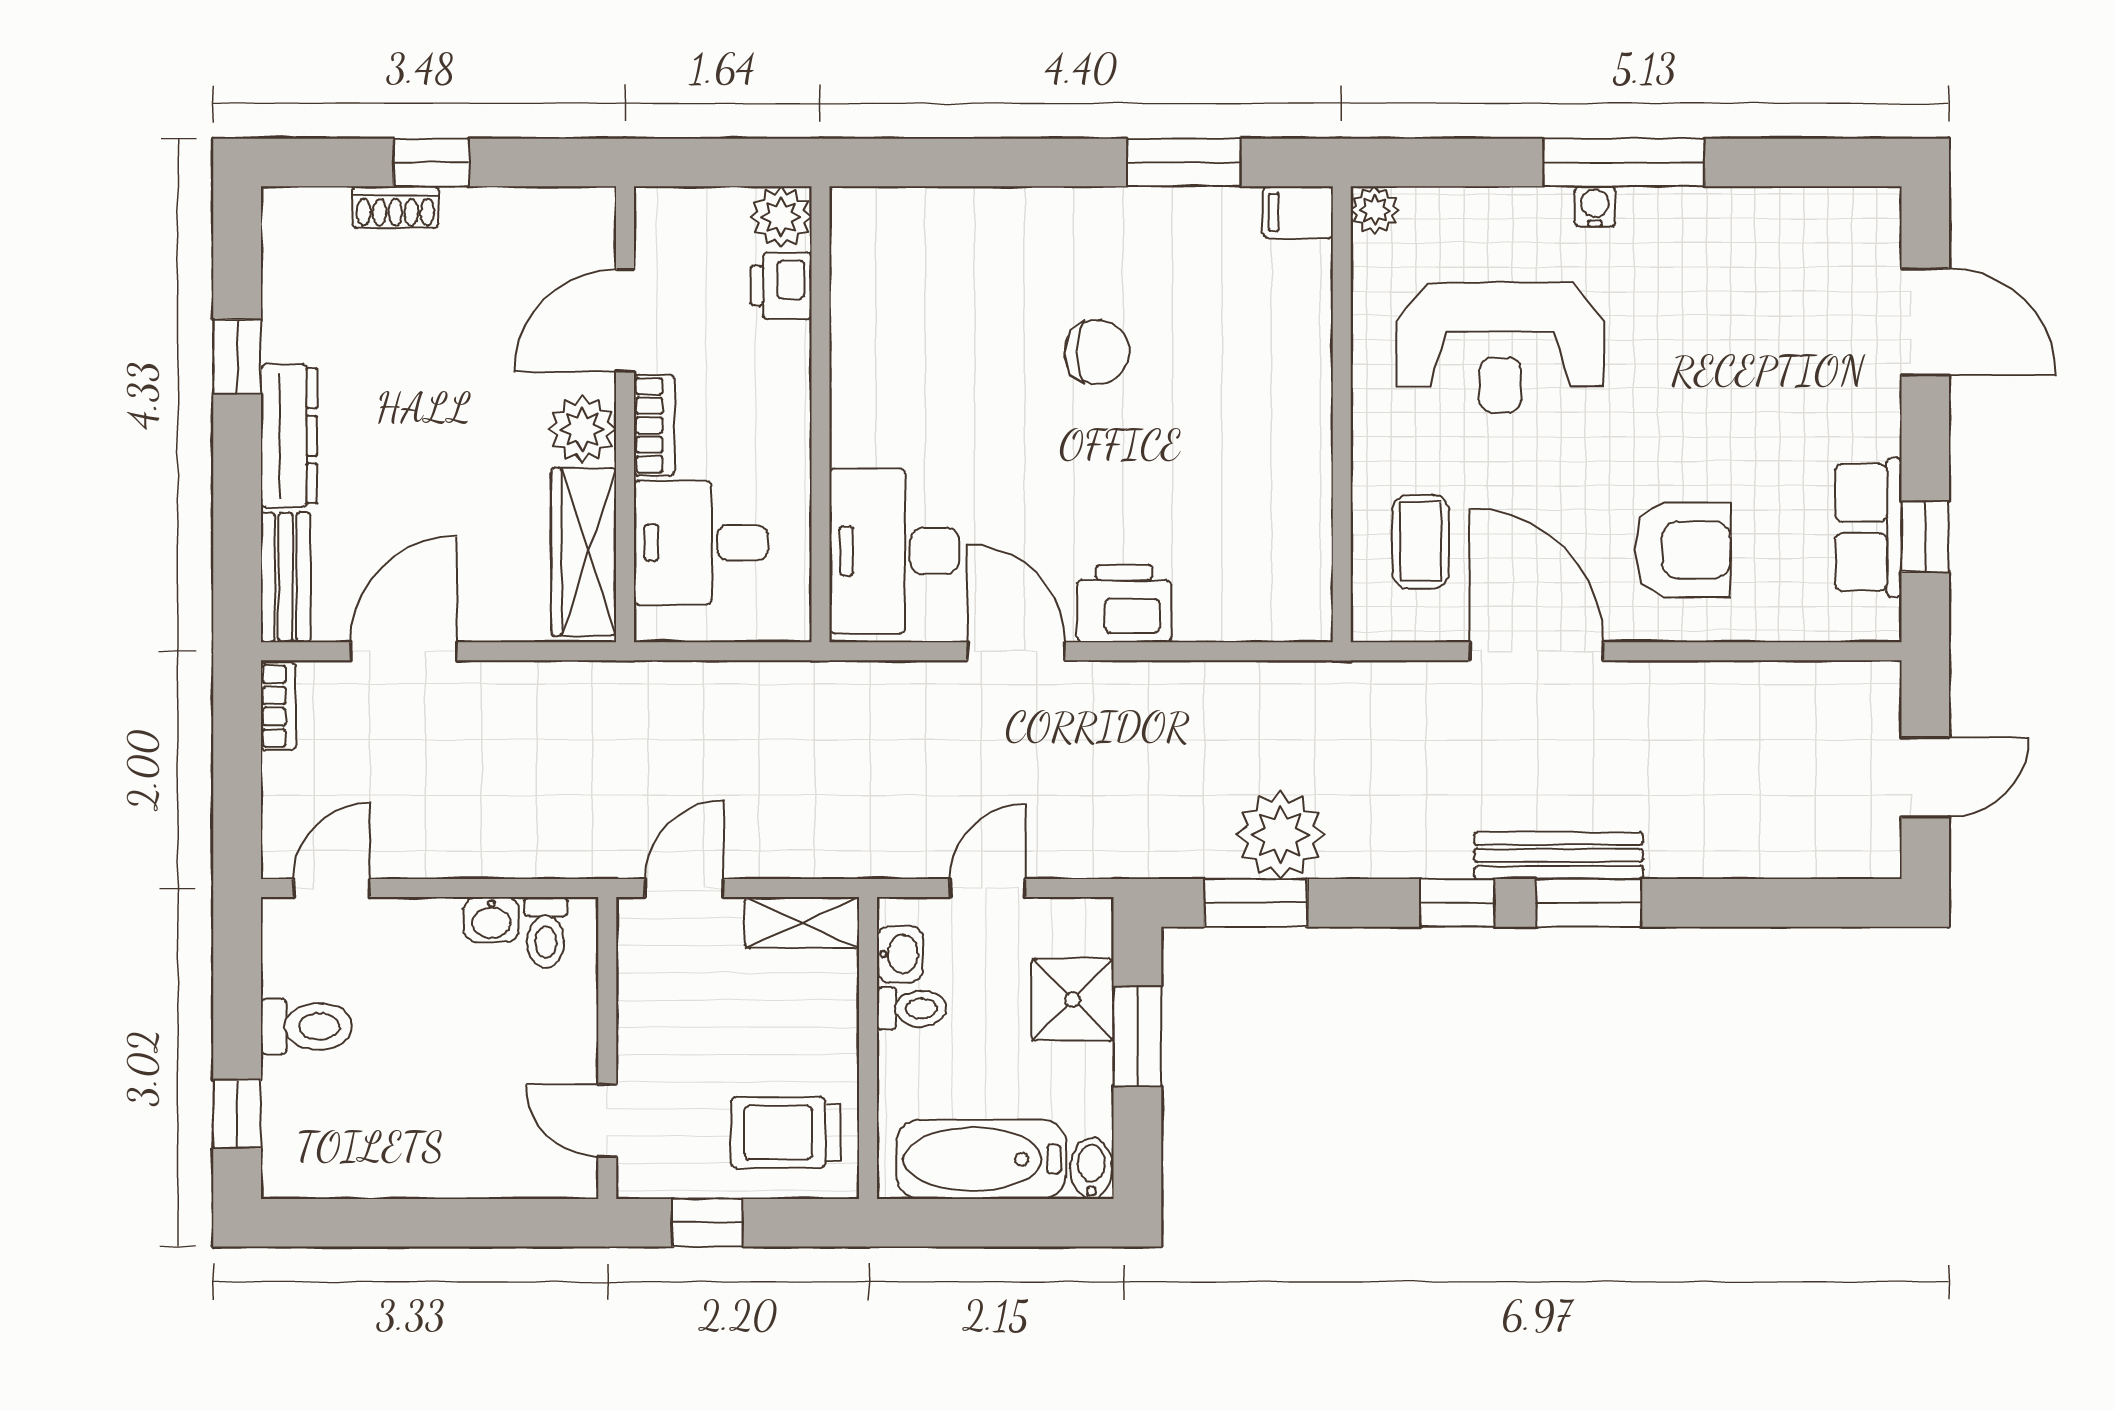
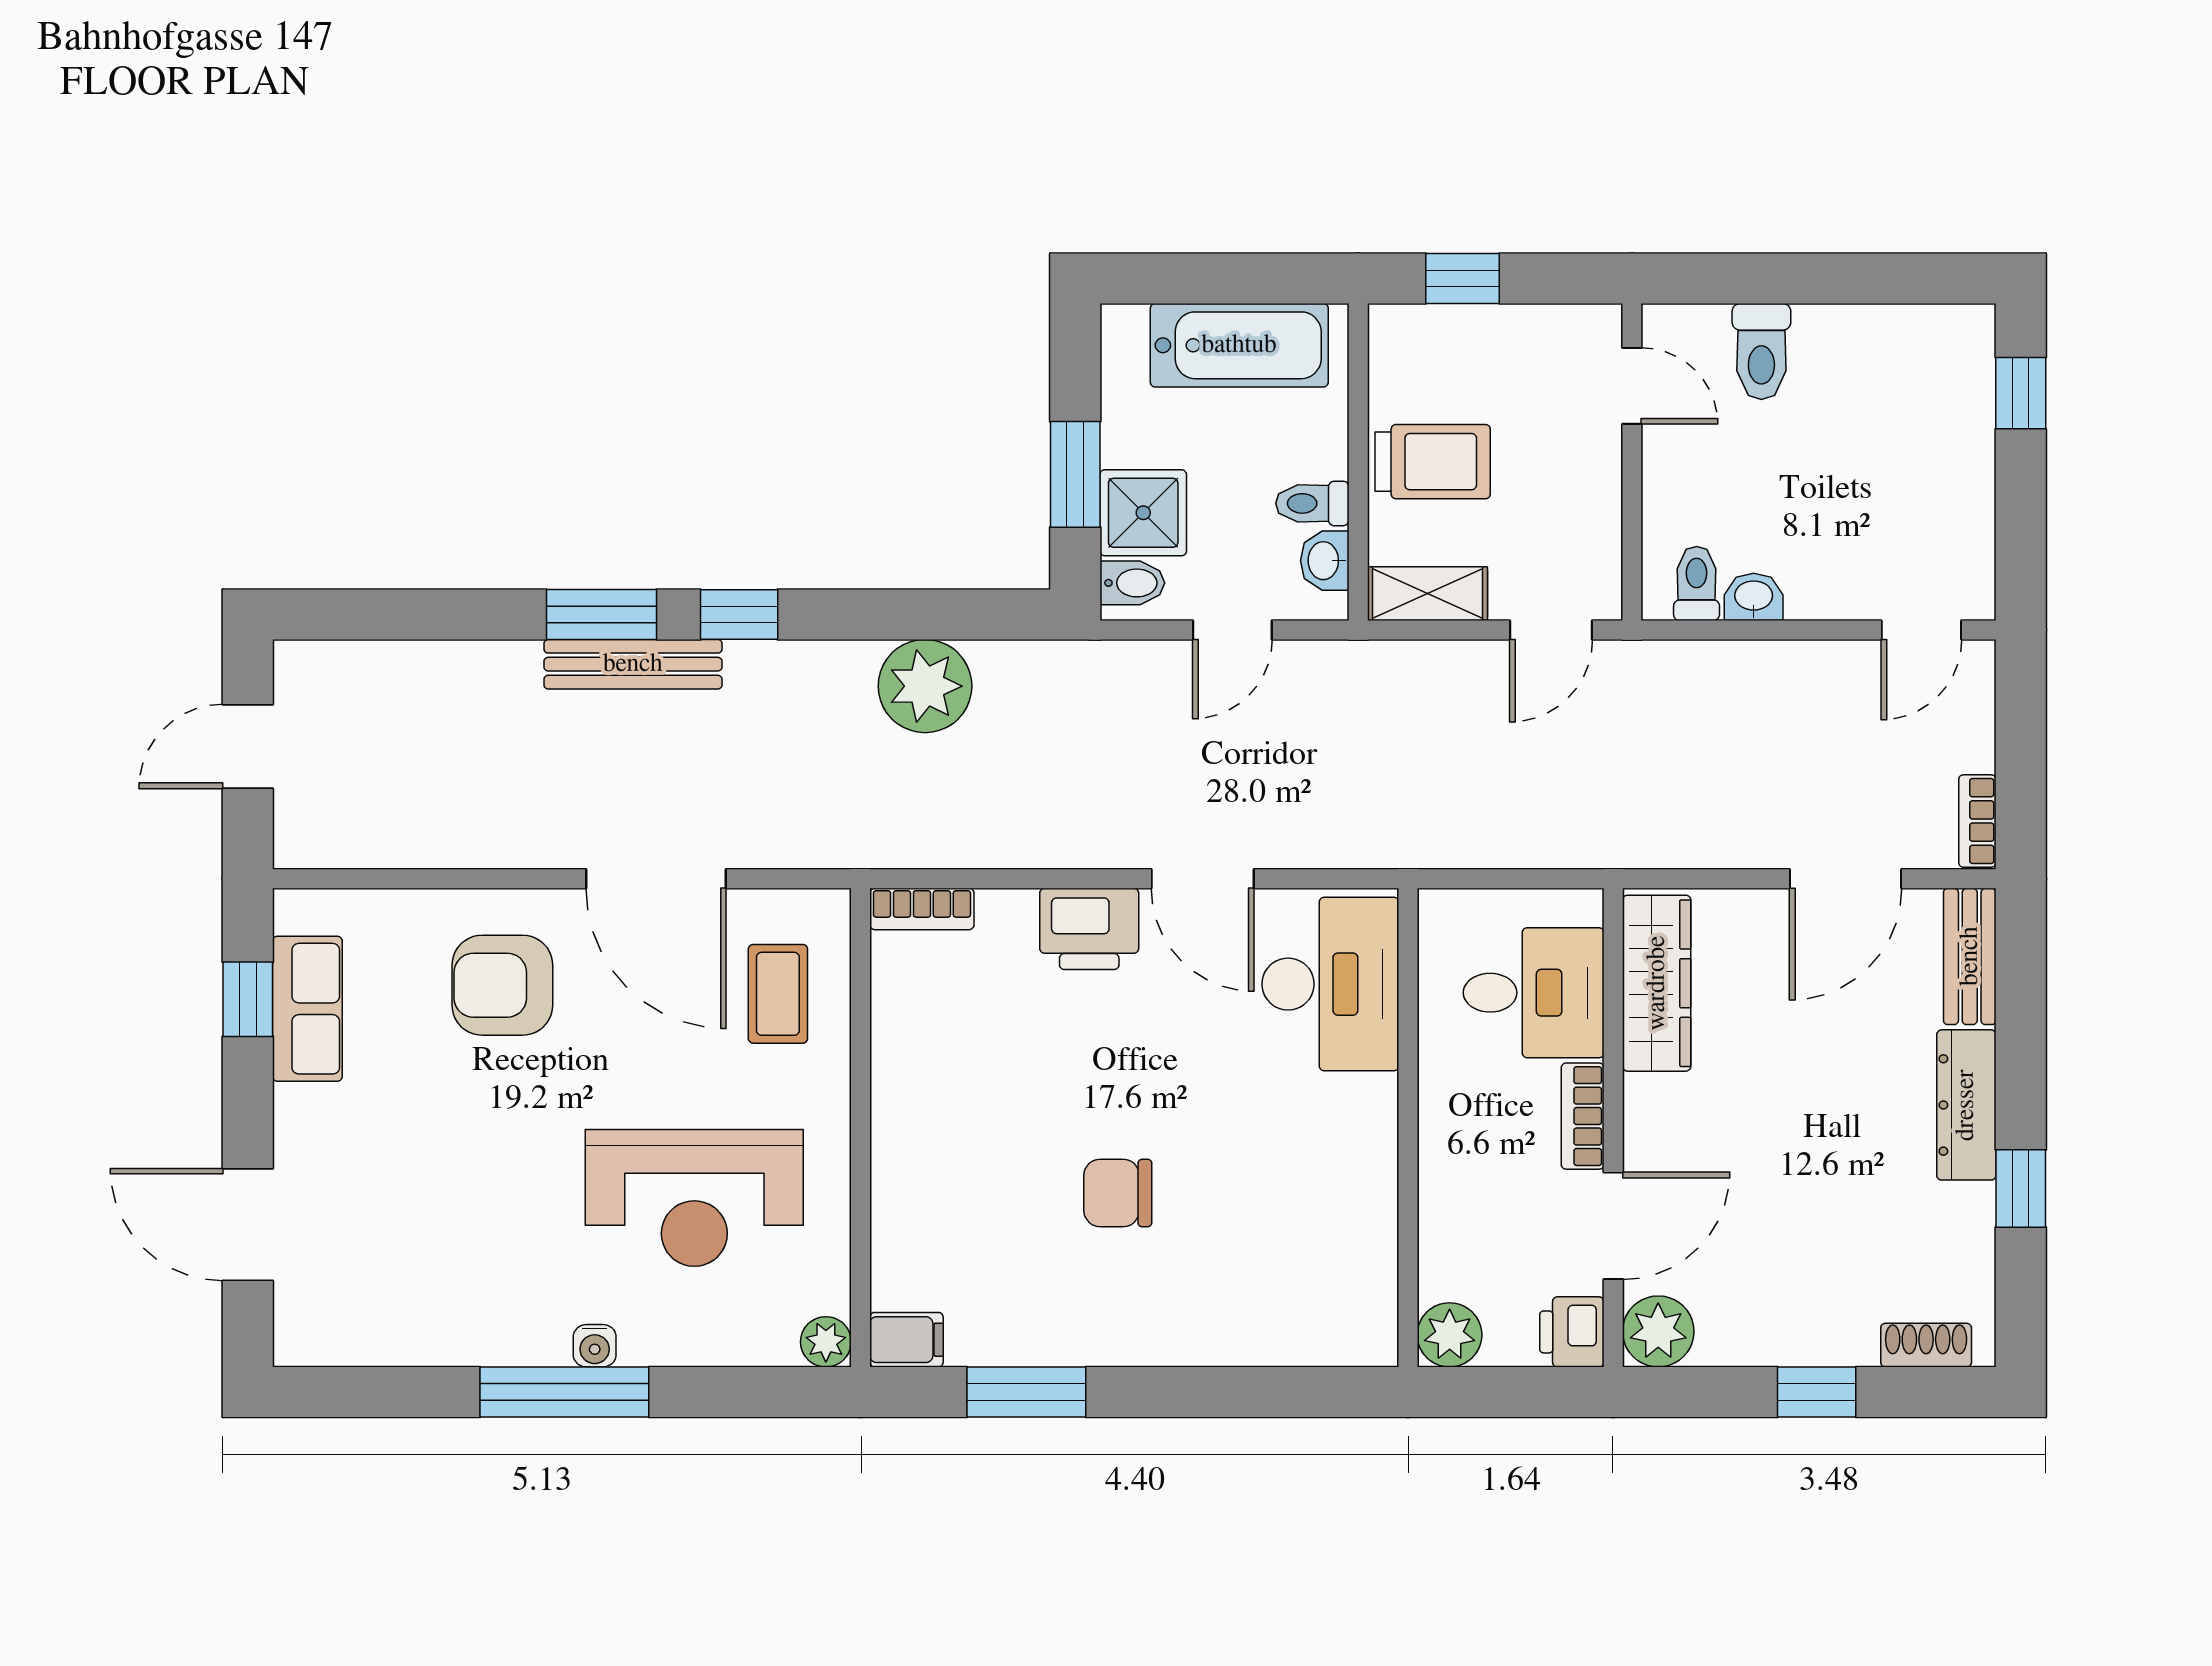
shoe rack: (395, 207) -> (1926, 1345), moved
printer: (781, 286) -> (1572, 1332), moved, turned 180
reception desk: (1500, 347) -> (694, 1198), turned 180
plant: (582, 429) -> (1658, 1331), moved
bookcase: (1283, 622) -> (922, 909), added
window: (1256, 903) -> (951, 614), removed
toilet: (307, 1026) -> (1761, 351), moved, turned -90
trolley: (786, 1132) -> (1433, 462), moved
bidet: (1091, 1168) -> (1132, 583), moved, turned -90
window: (707, 1223) -> (1463, 278), moved

